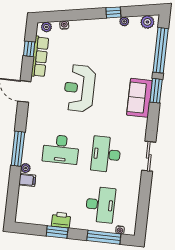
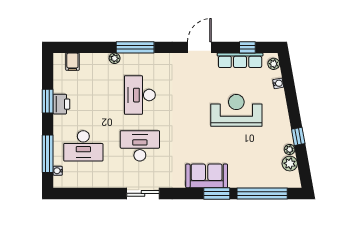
plant: (147, 22) -> (290, 164), moved
reception desk: (79, 88) -> (236, 110), moved
filing cabinet: (27, 180) -> (72, 62), moved

